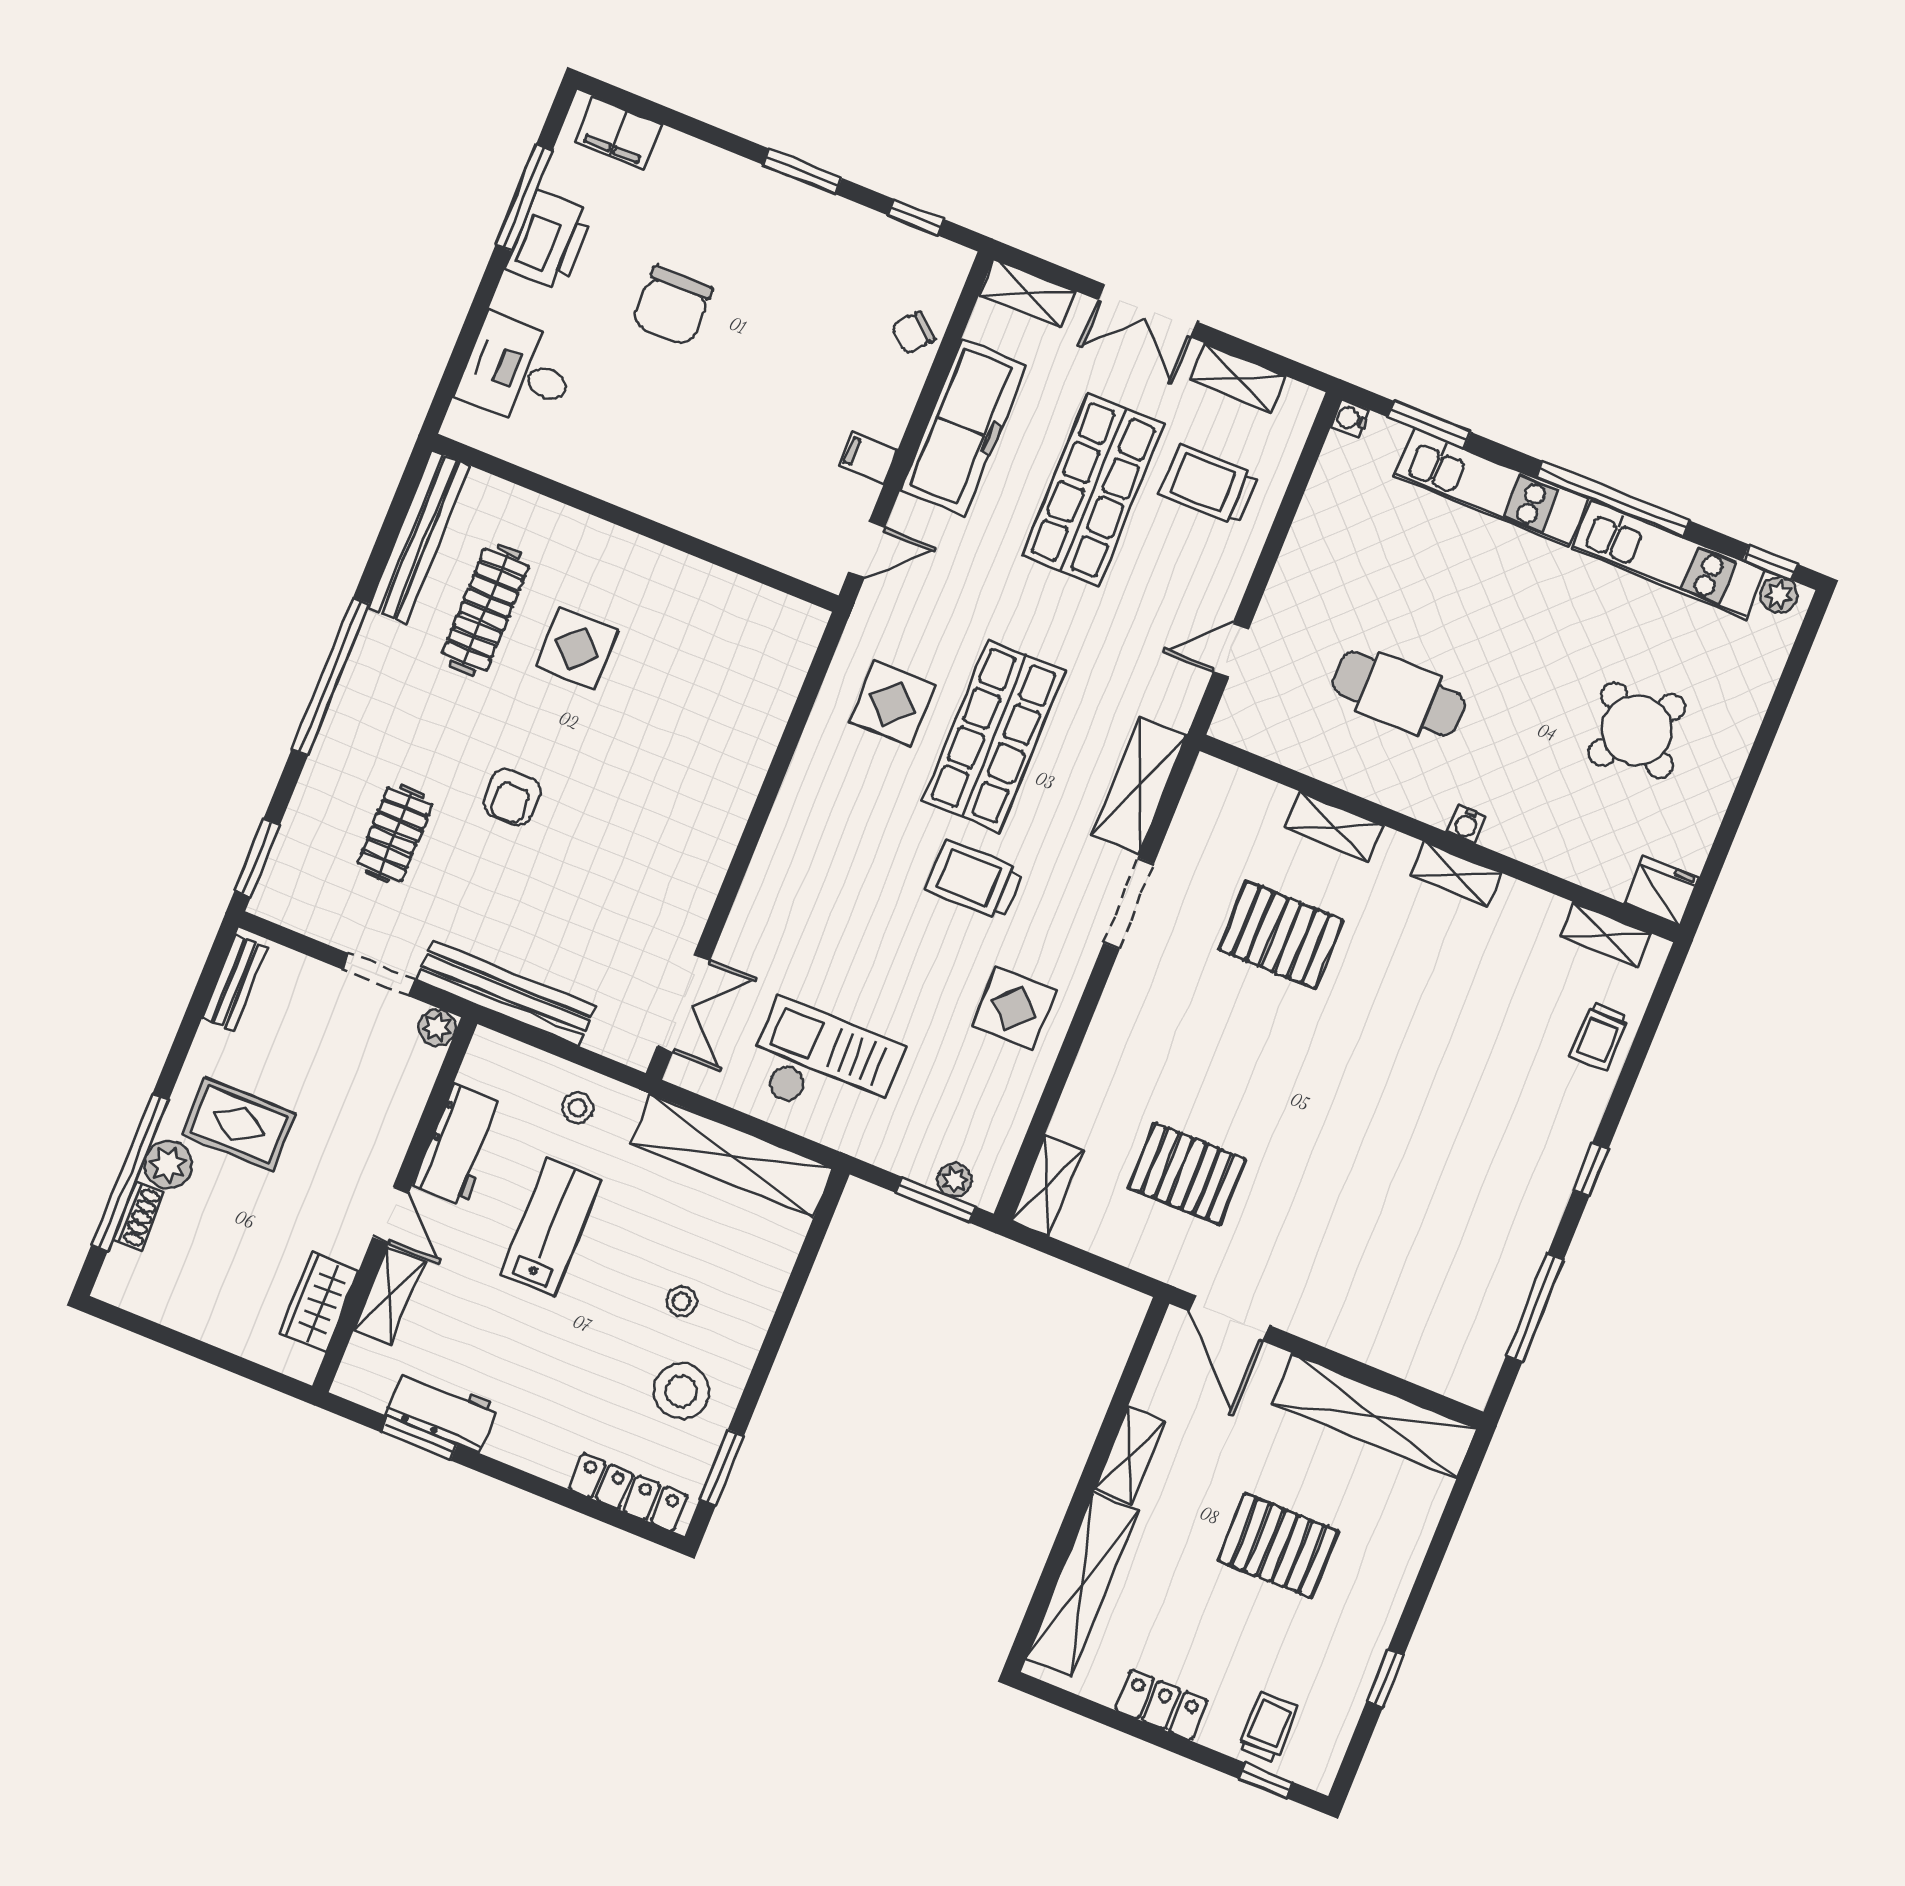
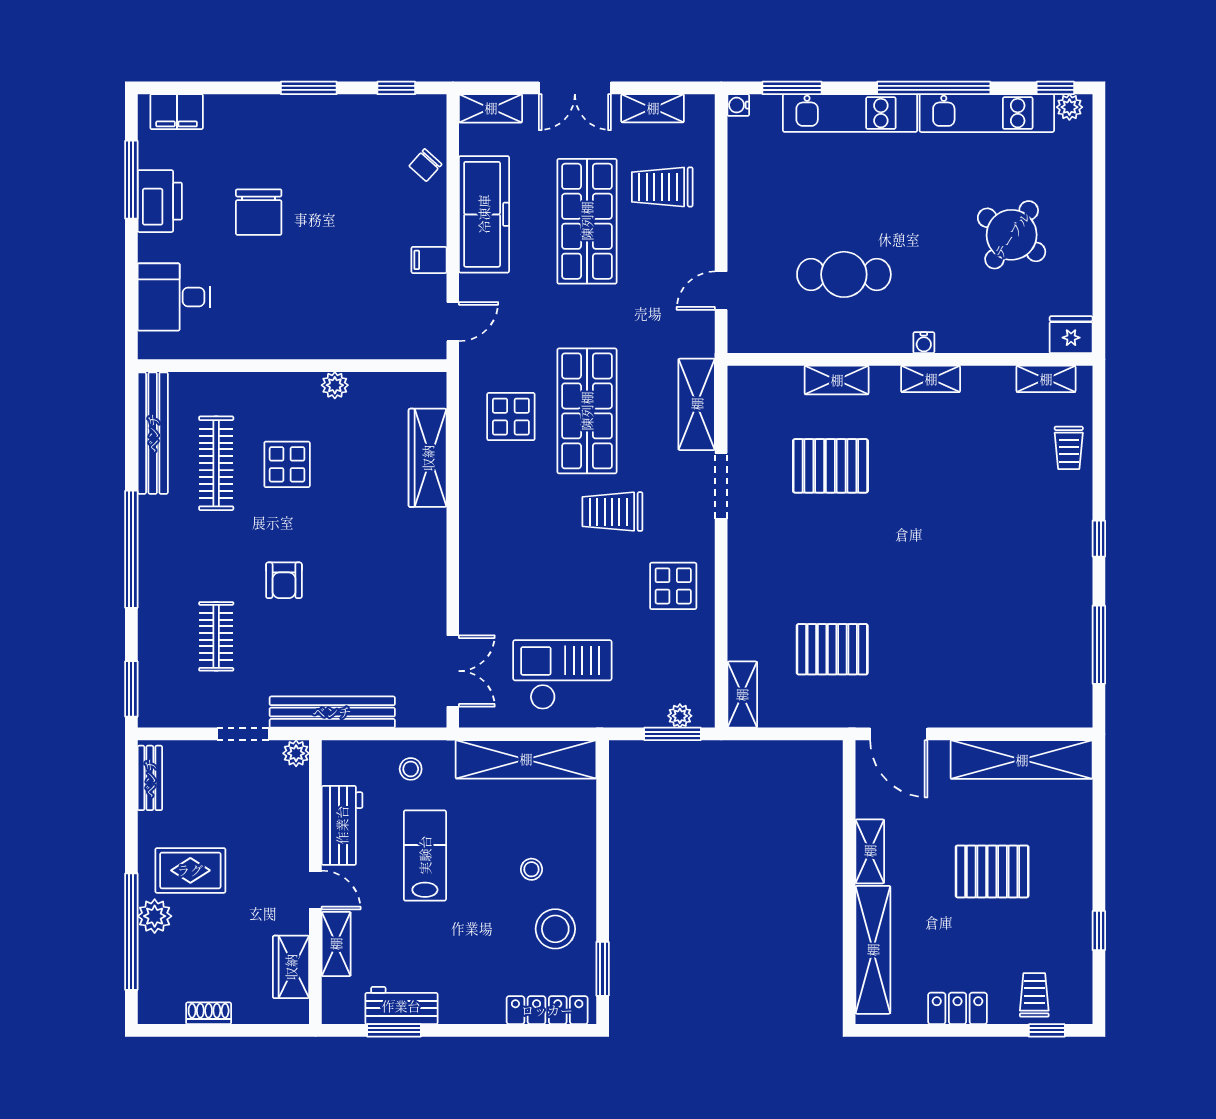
plant: (680, 571) -> (335, 385), added
wardrobe: (763, 713) -> (428, 458), added
shoe rack: (138, 1216) -> (209, 1013), moved, turned -90

